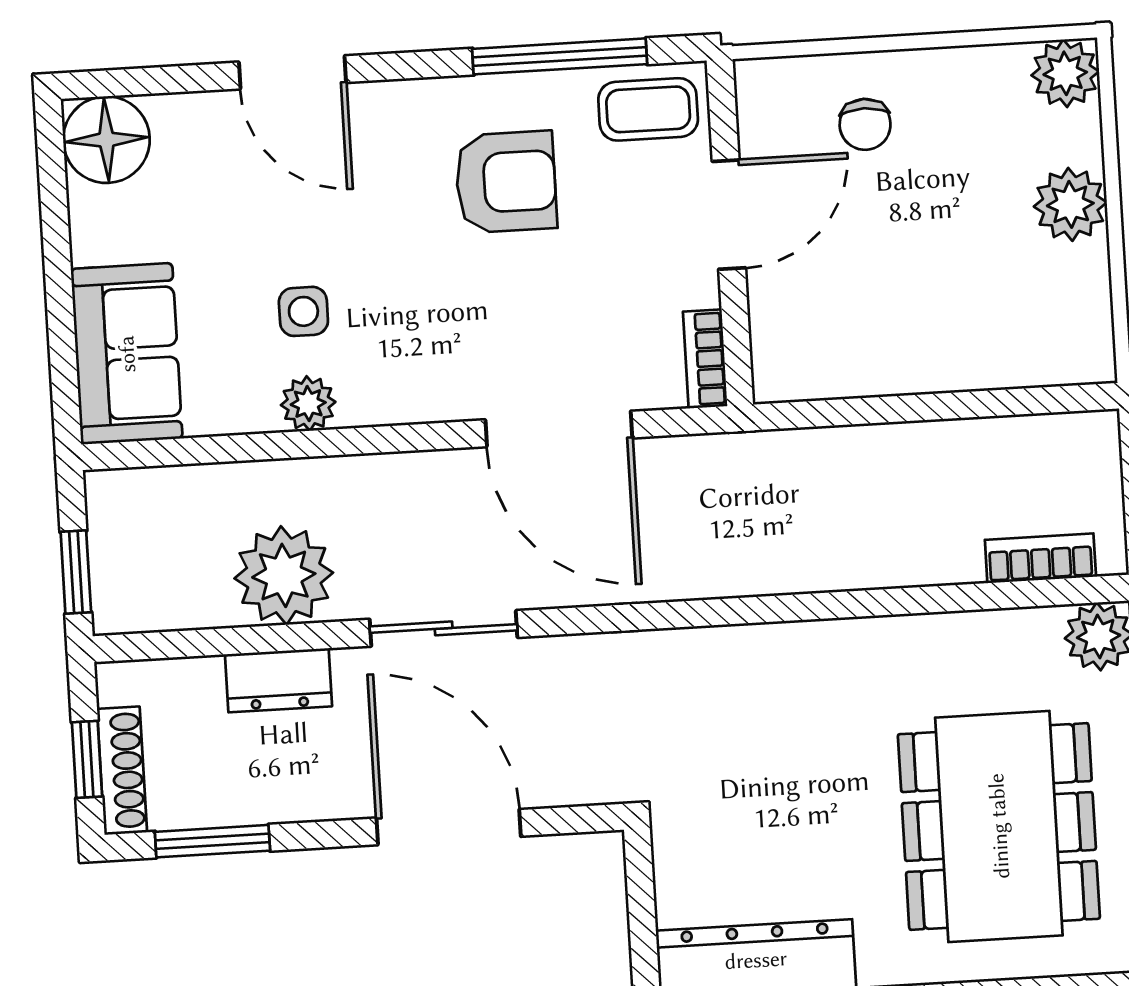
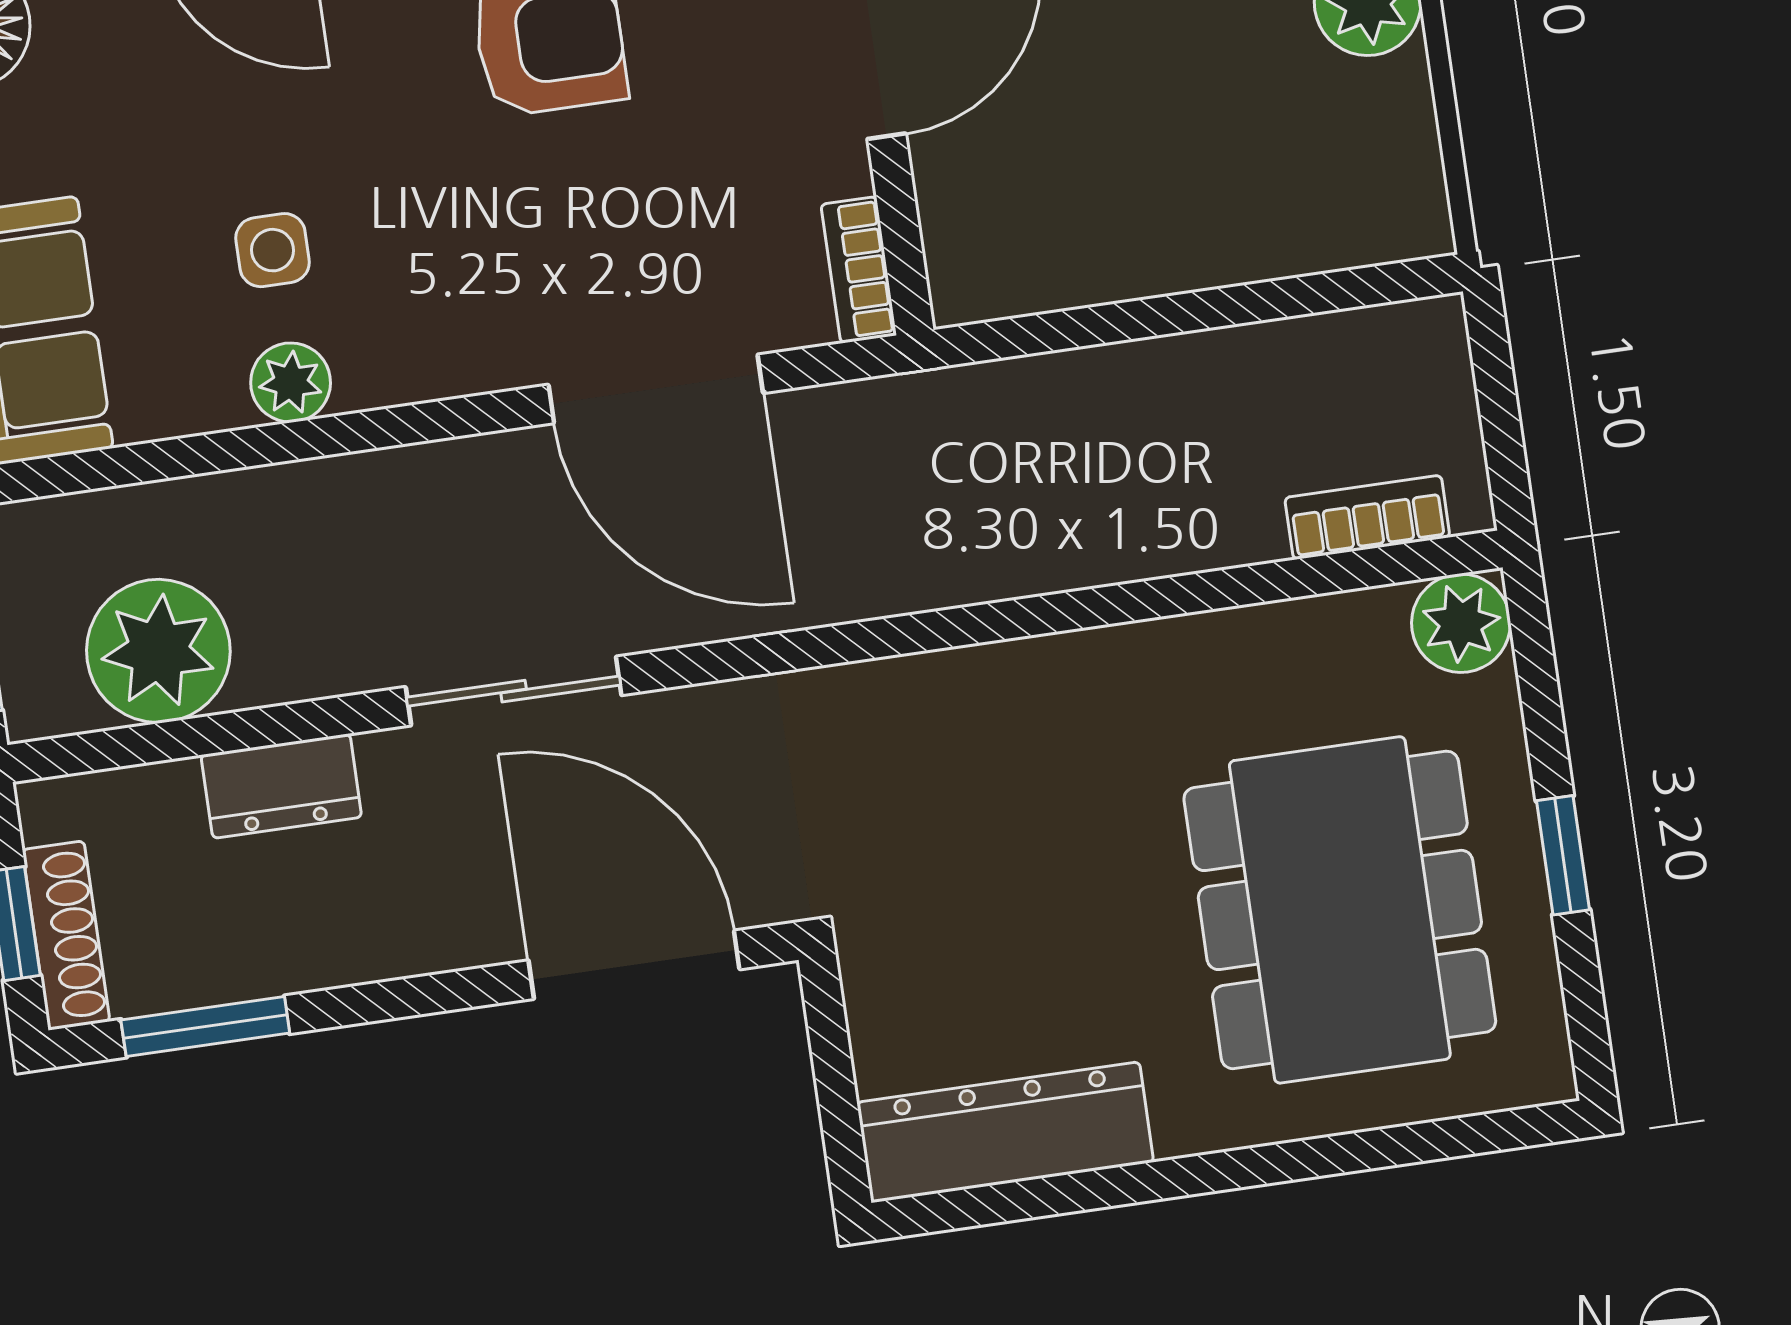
plant: (284, 575) -> (158, 651), moved
door: (449, 827) -> (634, 965), moved

